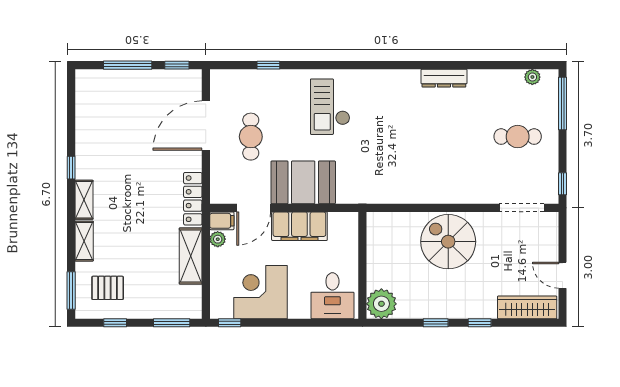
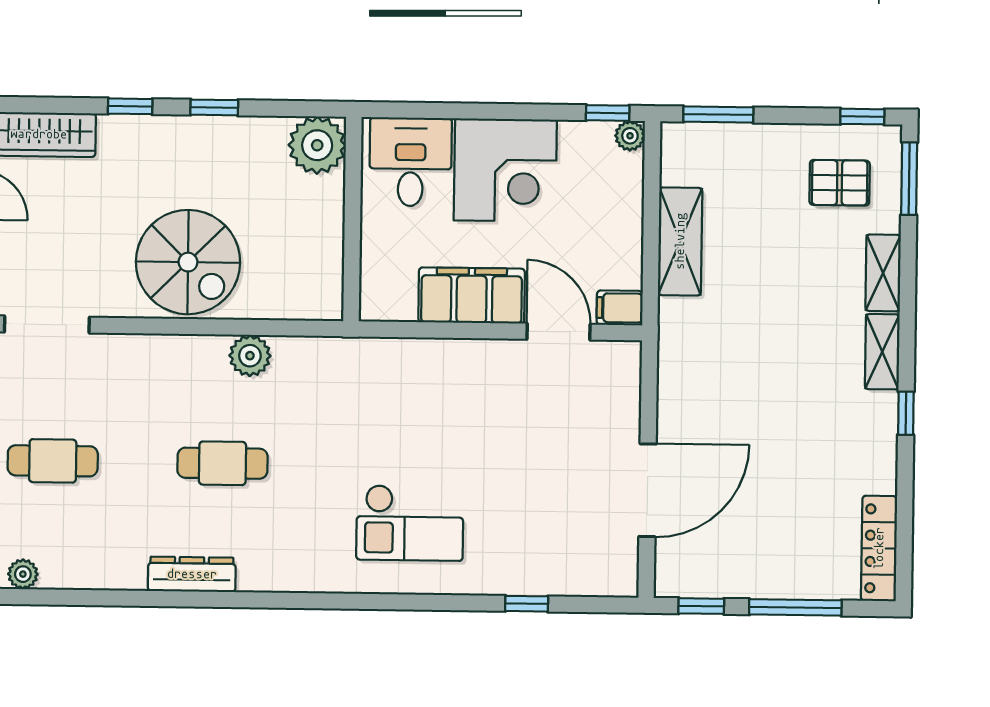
checkout: (330, 107) -> (410, 523), turned 90
cafe table: (251, 137) -> (222, 463), moved, turned 90
booth: (303, 182) -> (463, 379), removed
plant: (415, 193) -> (250, 356), added
locker: (193, 199) -> (879, 548), moved, turned 180
door: (254, 208) -> (558, 332), hinge flipped
plant: (218, 239) -> (630, 136), moved
corner desk: (261, 292) -> (505, 170), moved
window: (115, 323) -> (862, 117), moved

